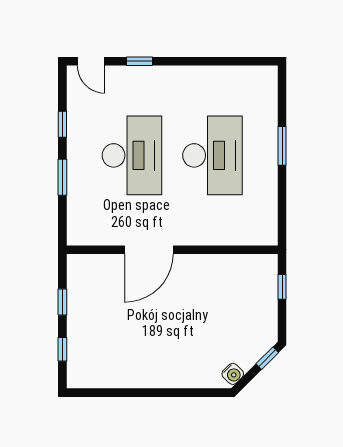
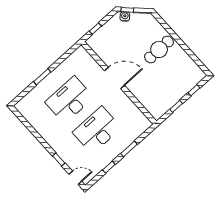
door: (91, 61) -> (75, 178), hinge flipped
door: (149, 250) -> (115, 78), moved
cafe table: (168, 352) -> (159, 49), added
water cooler: (233, 374) -> (125, 17), moved

